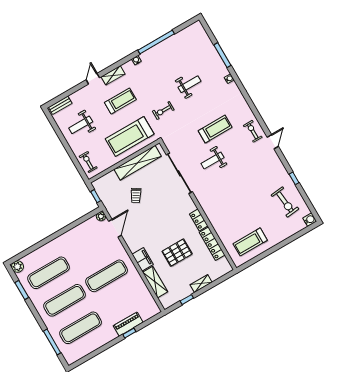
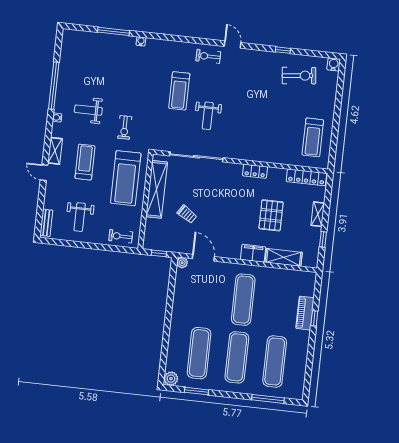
weight bench: (190, 84) -> (88, 110), moved, turned -90
treadmill: (215, 129) -> (179, 91), turned 180
locker: (212, 244) -> (306, 177), moved

